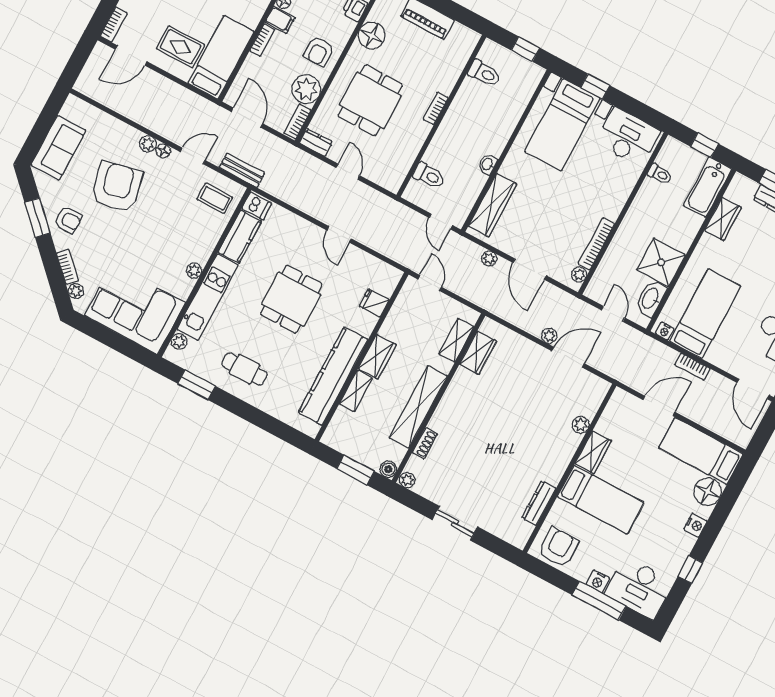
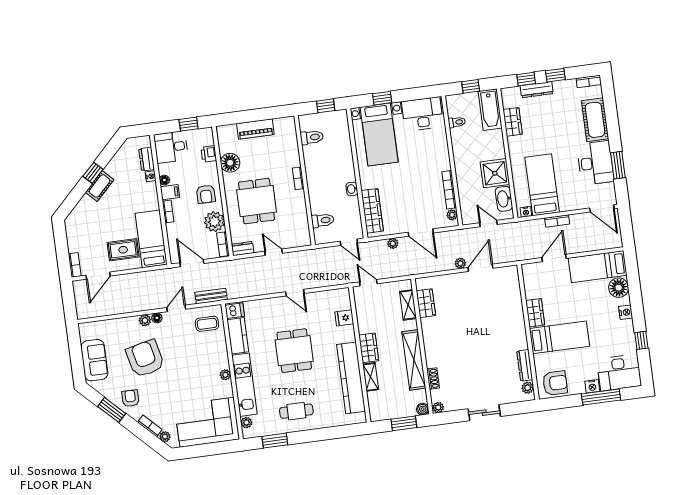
armchair: (68, 220) -> (130, 398), turned -90
plant: (581, 425) -> (528, 388), moved
armchair: (559, 547) -> (555, 383), turned 90

